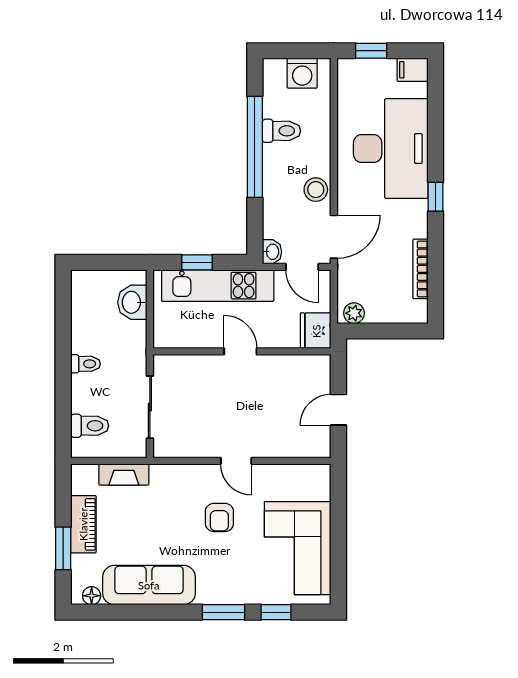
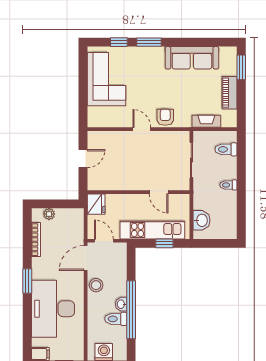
window: (435, 197) -> (27, 281), width x1.50
washbasin: (272, 252) -> (121, 304), moved
plant: (354, 313) -> (49, 214), moved
door: (240, 351) -> (159, 192), moved
armchair: (219, 517) -> (165, 117), moved
window: (63, 548) -> (241, 67), moved
floor lamp: (92, 596) -> (225, 52), removed

